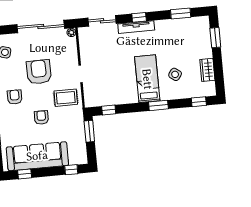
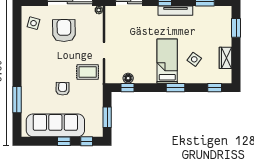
tv unit: (136, 27) -> (175, 11), moved
armchair: (39, 72) -> (64, 31), moved
armchair: (15, 97) -> (39, 67), removed
floor lamp: (108, 100) -> (128, 78), added
window: (89, 131) -> (107, 117), moved
window: (25, 174) -> (64, 141), moved

